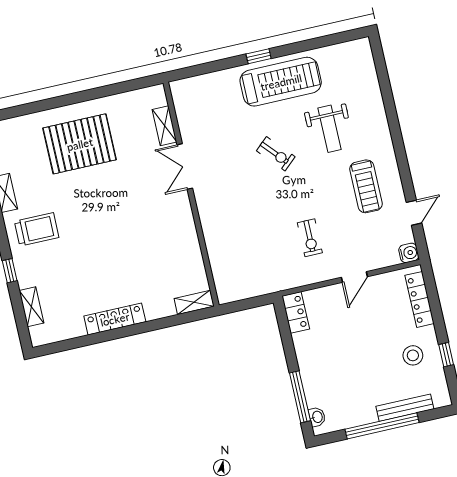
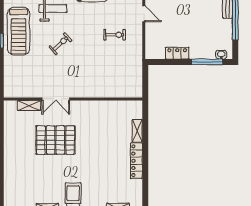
treadmill: (281, 82) -> (19, 31), turned 180
pallet: (80, 144) -> (55, 140), moved, turned 90
shelving: (194, 302) -> (137, 131), moved
locker: (296, 312) -> (177, 53), moved

